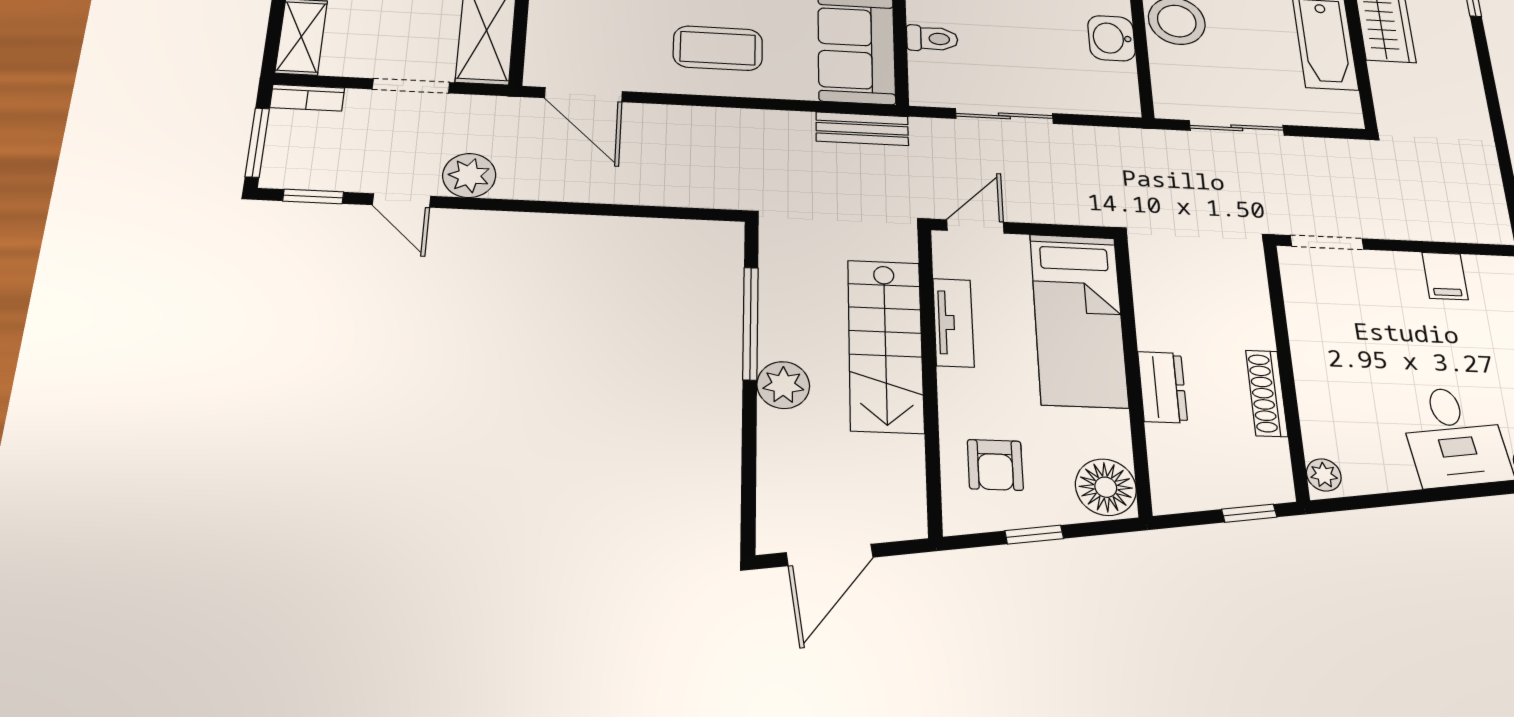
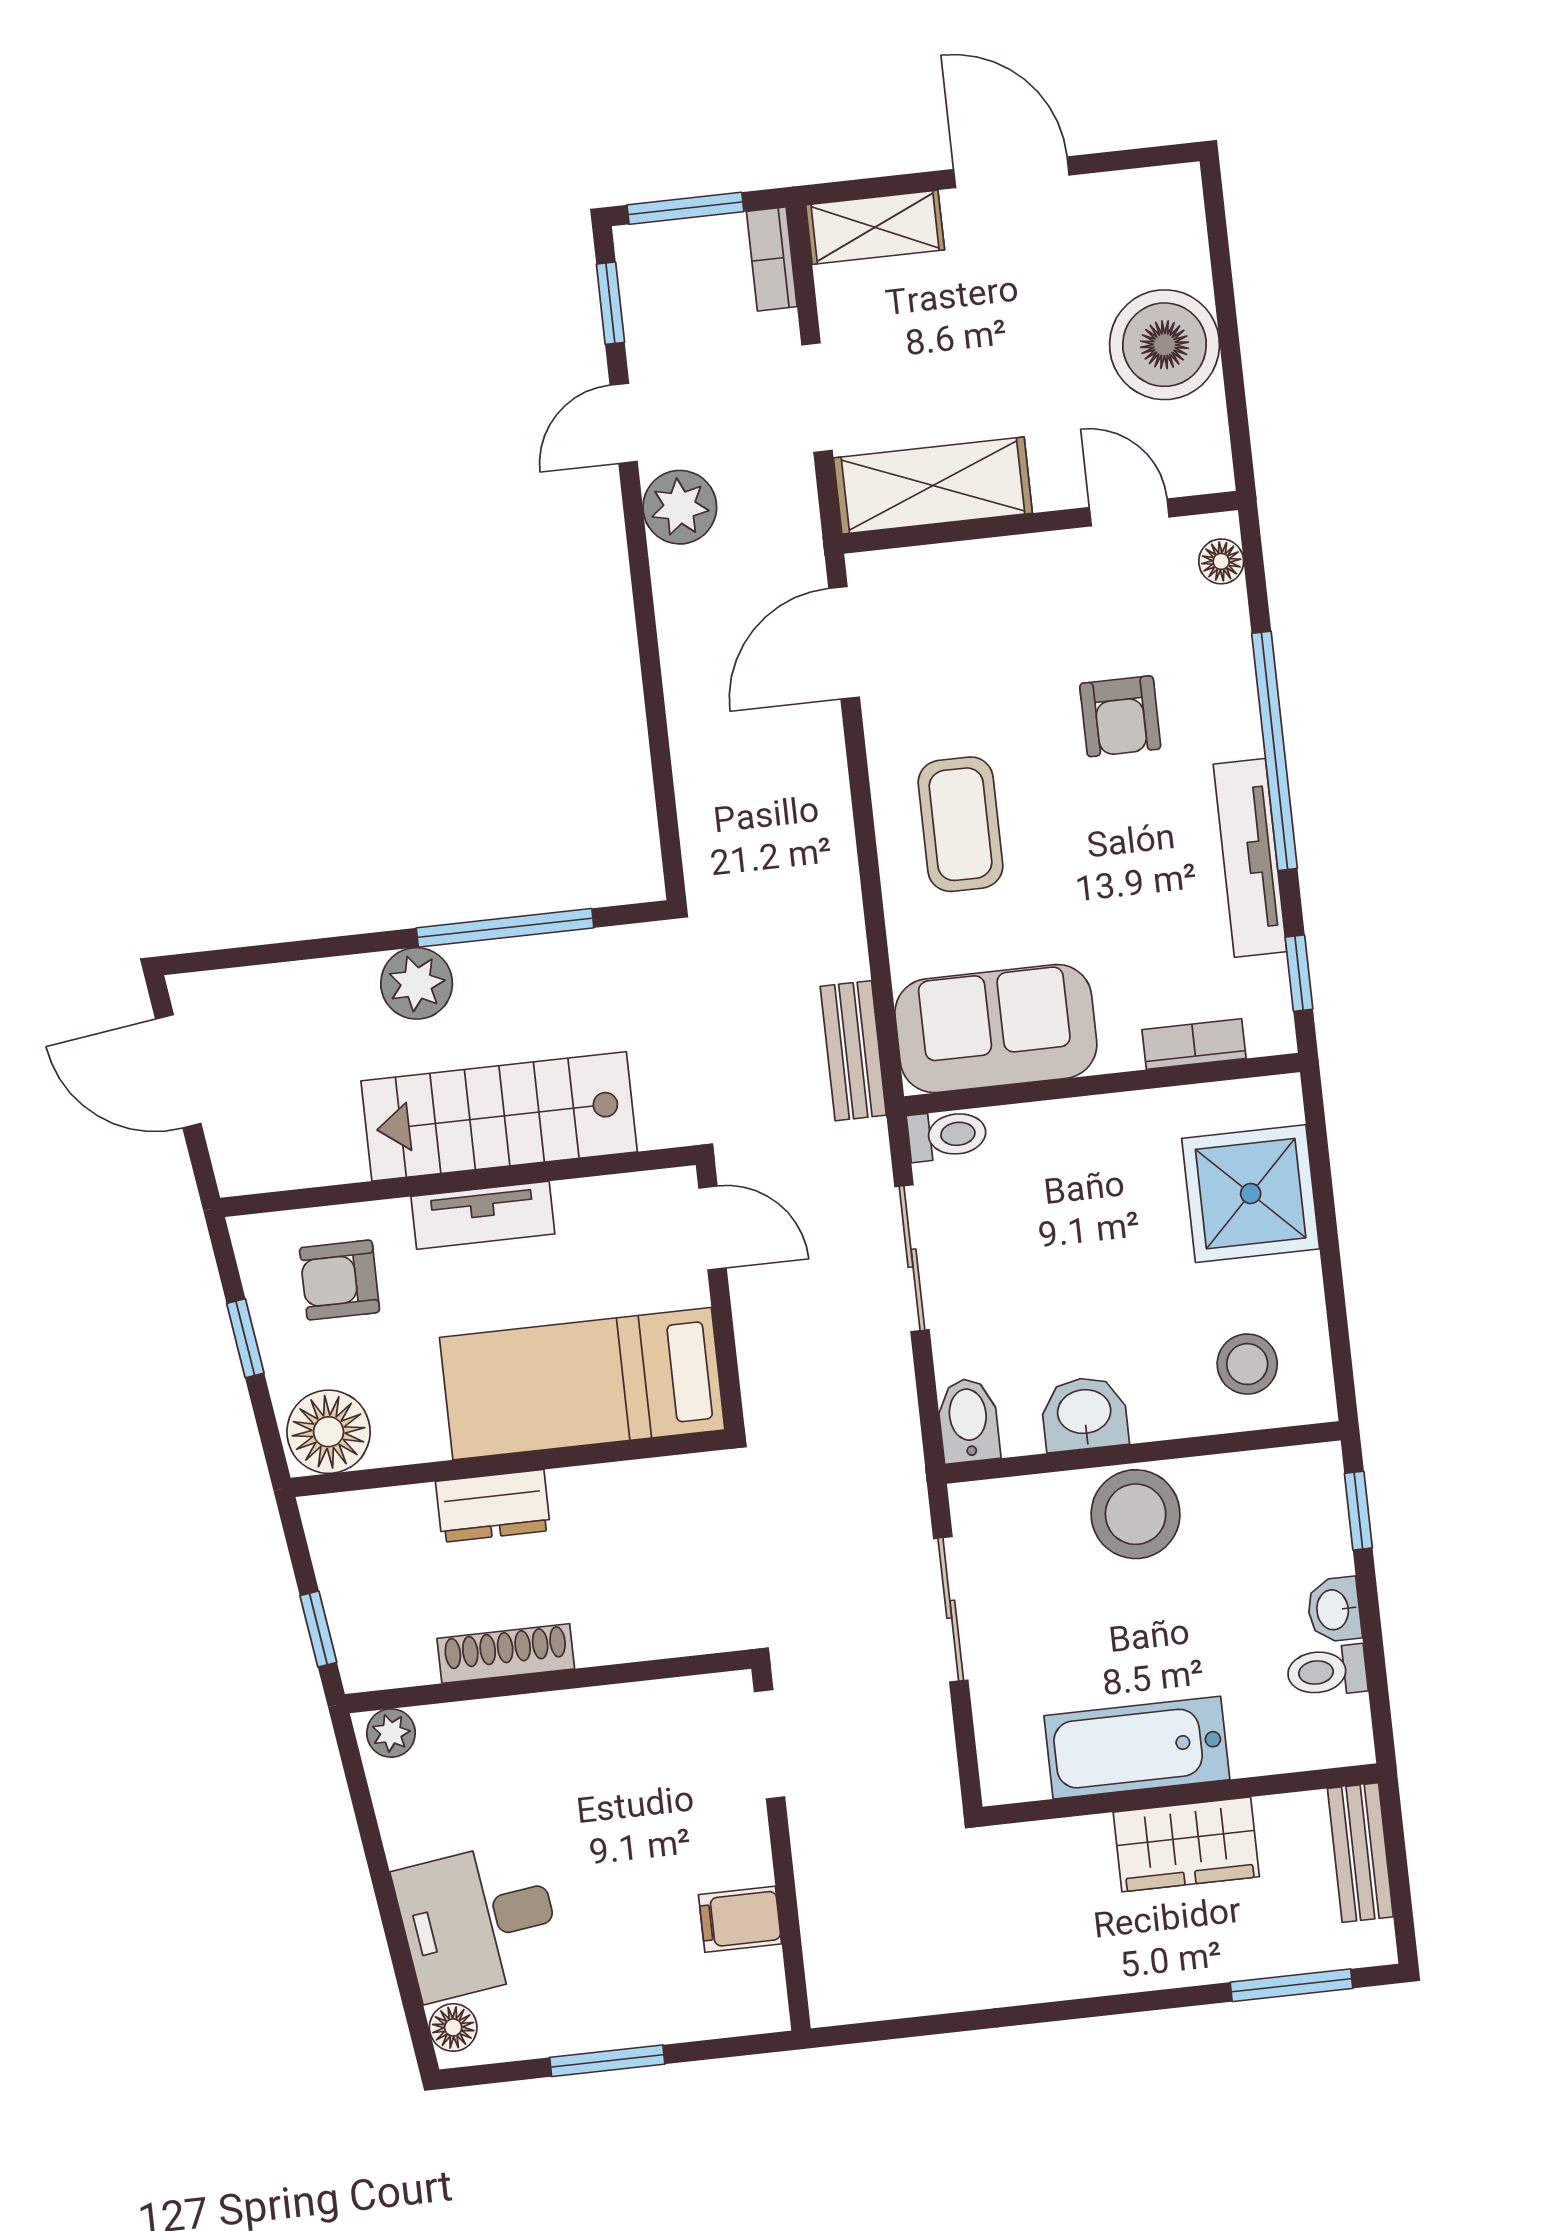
toilet: (932, 39) -> (947, 1135), moved, turned -90
bidet: (1113, 101) -> (968, 1420), added
tv unit: (953, 323) -> (483, 1215), moved

